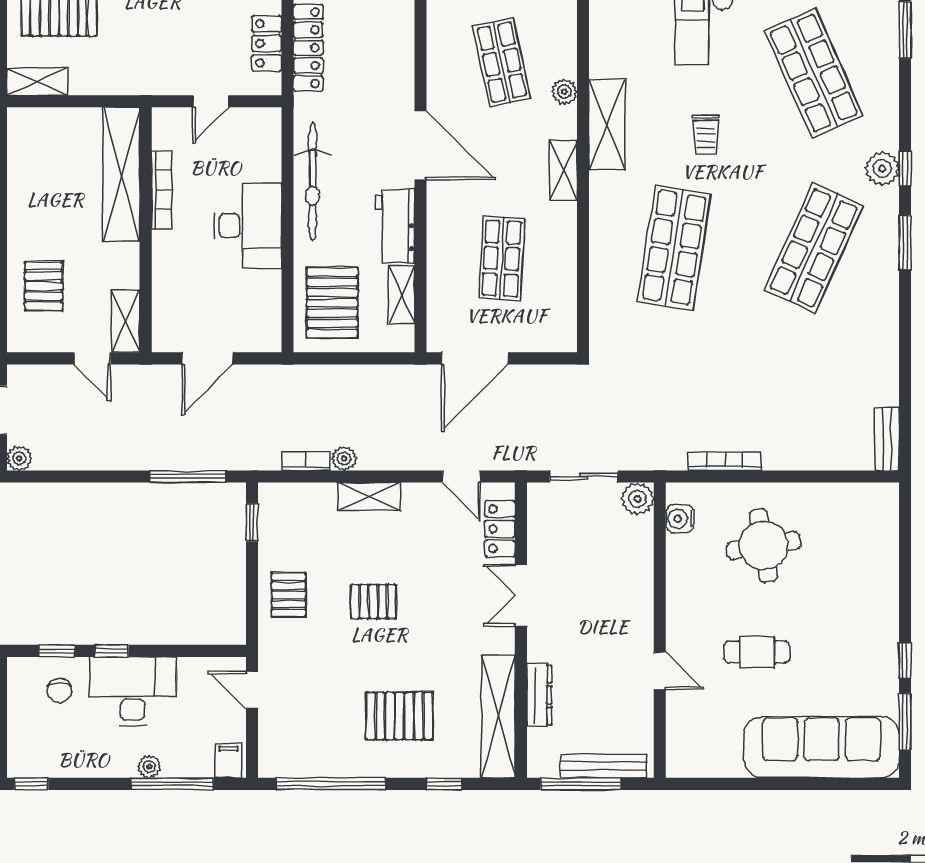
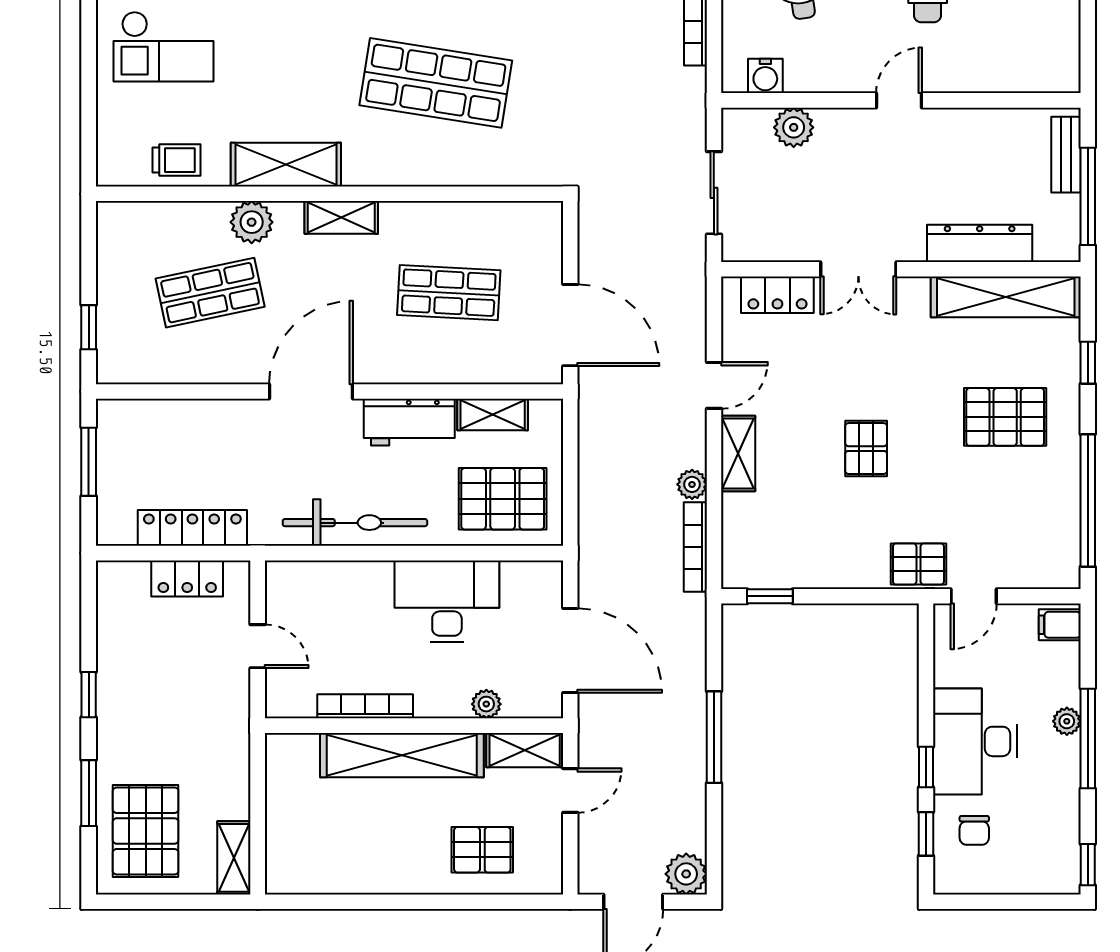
plant: (564, 92) -> (252, 222), width x1.38, depth x1.38
trolley: (706, 134) -> (176, 160), moved
shelving: (121, 174) -> (402, 755), moved
desk: (248, 226) -> (447, 601), moved
plant: (163, 289) -> (486, 704), added
door: (207, 358) -> (570, 650), width x1.36
plant: (19, 458) -> (686, 874), width x1.38, depth x1.38
bookcase: (306, 461) -> (695, 547), width x1.56
window: (187, 477) -> (714, 737), moved
door: (462, 477) -> (714, 385), moved
plant: (638, 499) -> (794, 127), moved
pallet: (289, 595) -> (918, 564), moved
door: (660, 671) -> (899, 100), moved
chair: (60, 691) -> (974, 830), turned 90
dresser: (539, 695) -> (980, 243), width x1.37, depth x1.24
pallet: (399, 716) -> (1005, 417), turned 90
bench: (604, 766) -> (1066, 155), width x0.73
window: (172, 784) -> (1088, 739), moved

